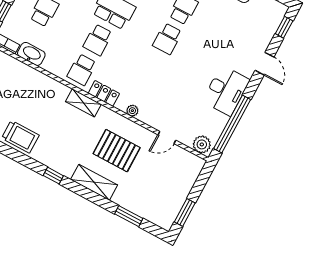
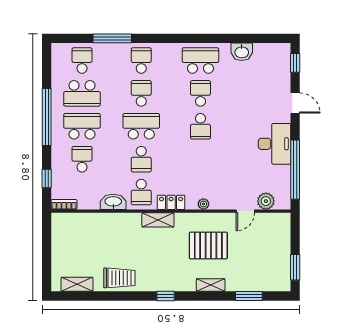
washbasin: (31, 54) -> (113, 202), moved
plant: (202, 144) -> (266, 201), moved
shelving: (94, 182) -> (211, 285), width x0.67, depth x0.75

